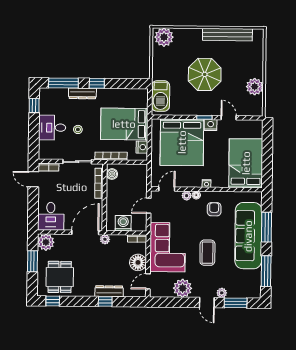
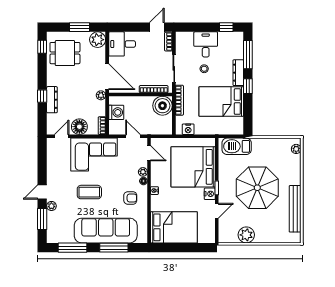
plant: (164, 37) -> (296, 149), width x0.53, depth x0.53
parasol: (205, 74) -> (257, 188), width x1.36, depth x1.36
bed: (124, 124) -> (221, 102), moved, turned -90
boiler: (112, 174) -> (162, 106), width x1.86, depth x1.86
door: (148, 281) -> (62, 136), hinge flipped
plant: (183, 288) -> (56, 169), removed

